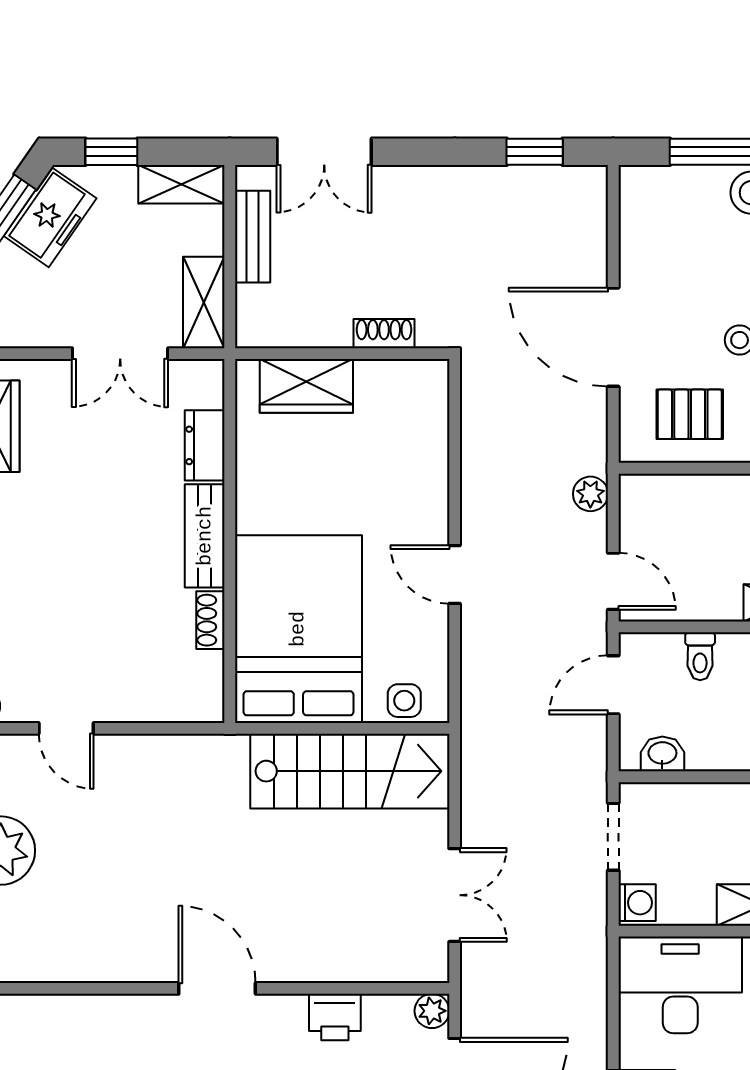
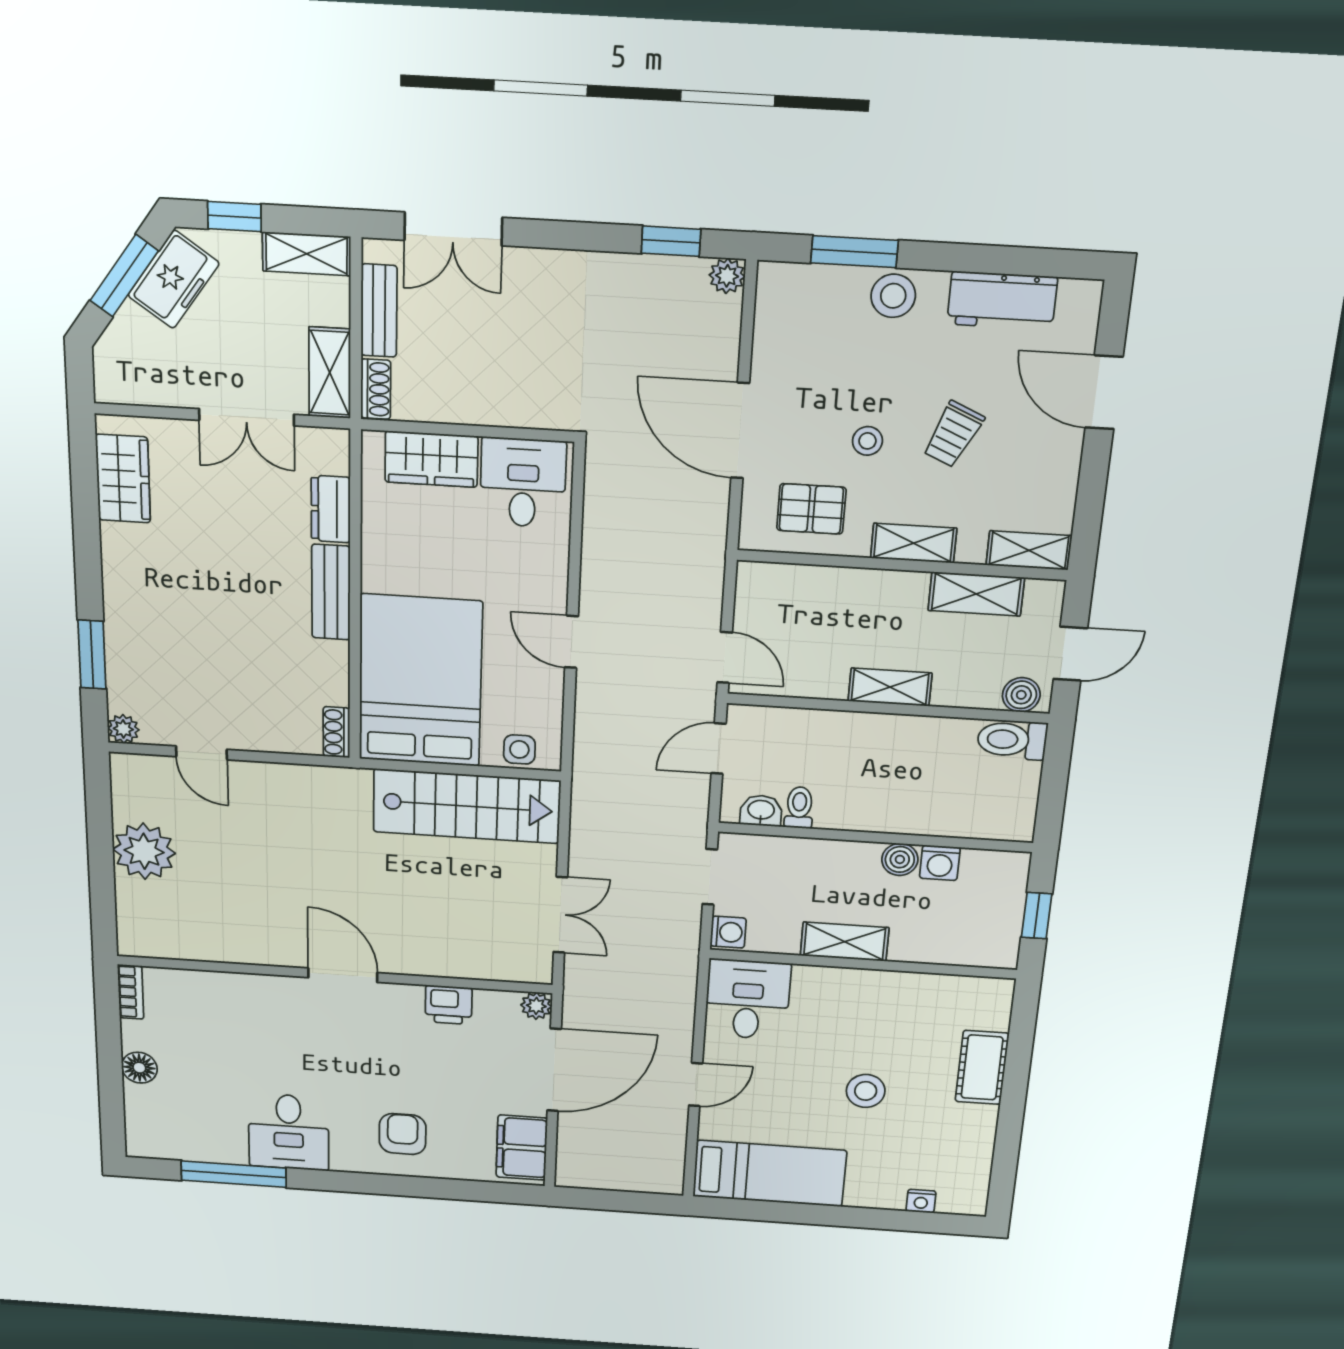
shoe rack: (384, 334) -> (376, 389), moved, turned 90
desk: (399, 405) -> (523, 483), added
plant: (590, 494) -> (727, 276), moved
shoe rack: (210, 620) -> (337, 732), moved
toilet: (700, 656) -> (799, 807), moved, turned 180
desk: (680, 985) -> (748, 999), width x0.73

